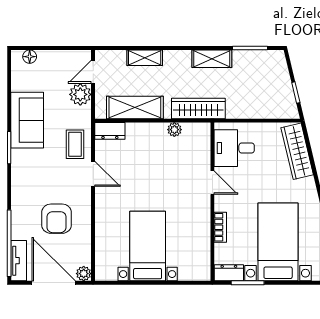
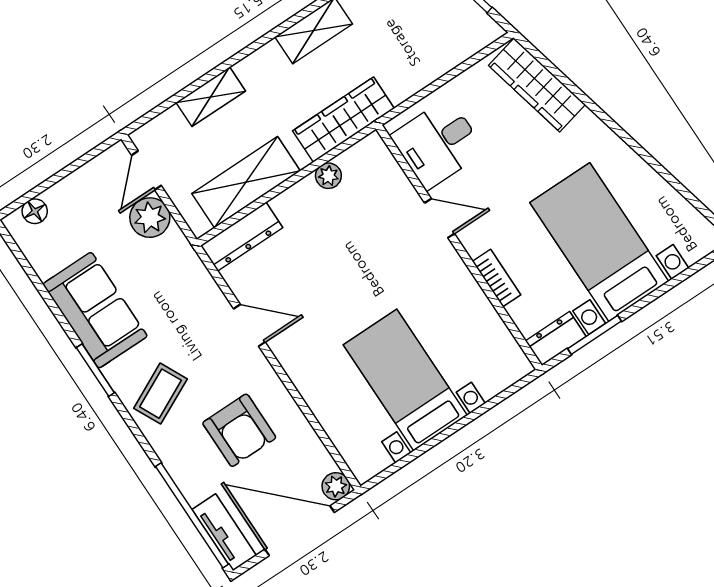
dresser: (110, 131) -> (242, 237), width x1.44
coffee table: (75, 144) -> (160, 394), moved, turned 64

